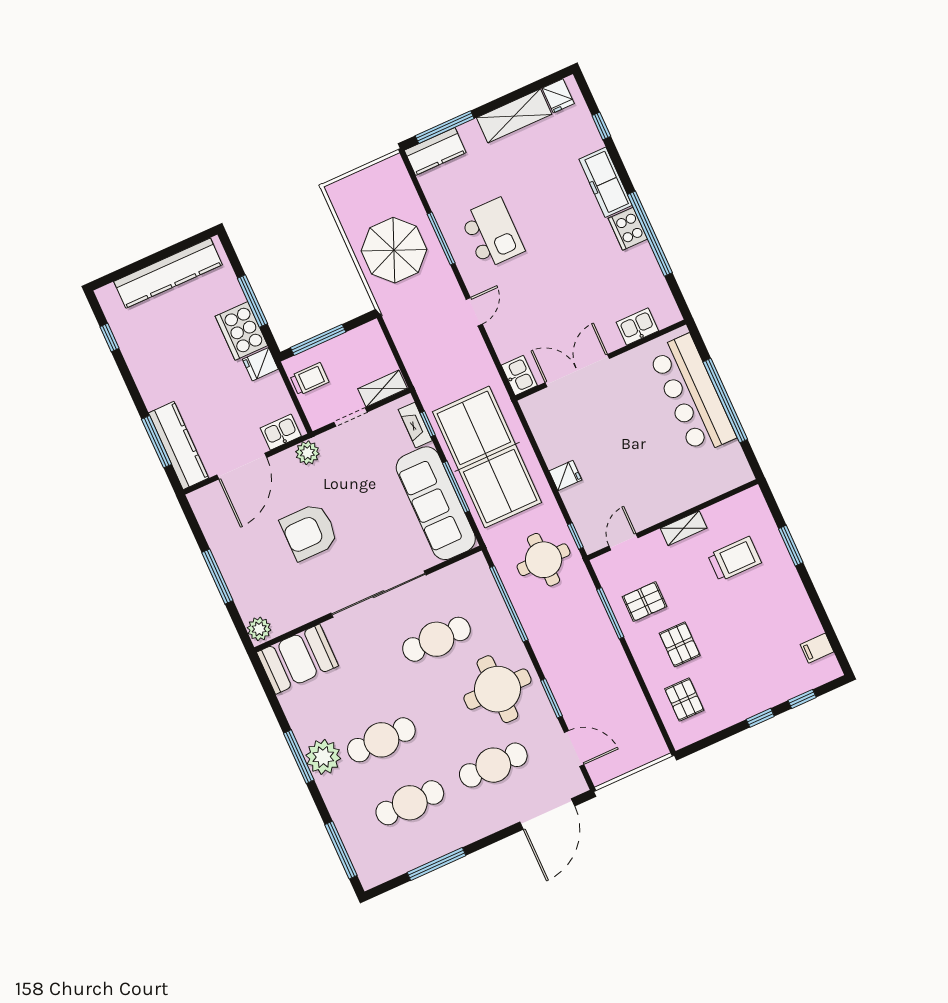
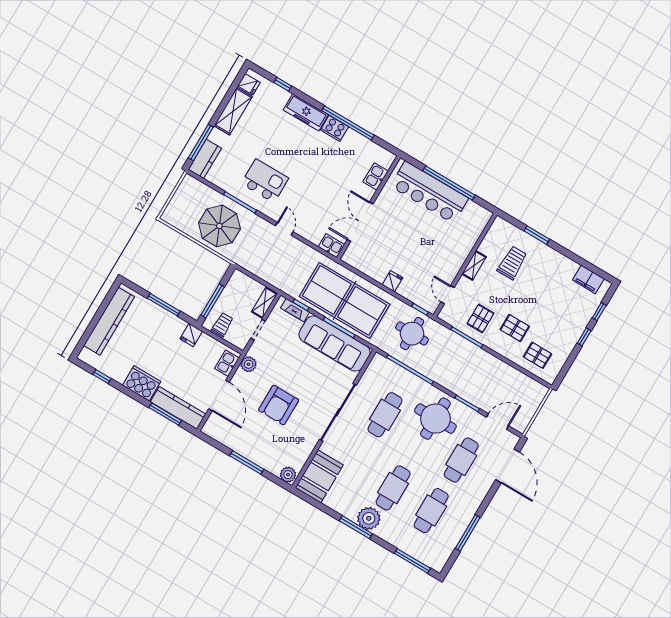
cooker: (241, 331) -> (142, 383), moved, turned 180
filing cabinet: (817, 648) -> (588, 279), width x2.00

